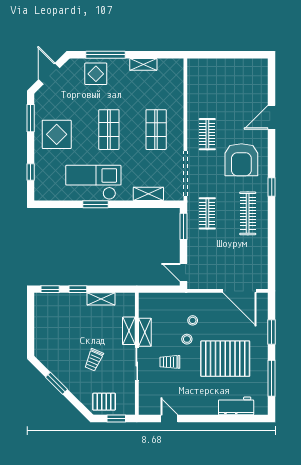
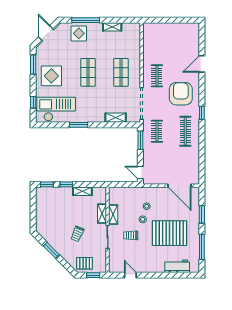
armchair: (241, 160) -> (181, 94), turned 180
checkout: (93, 182) -> (56, 109), moved

